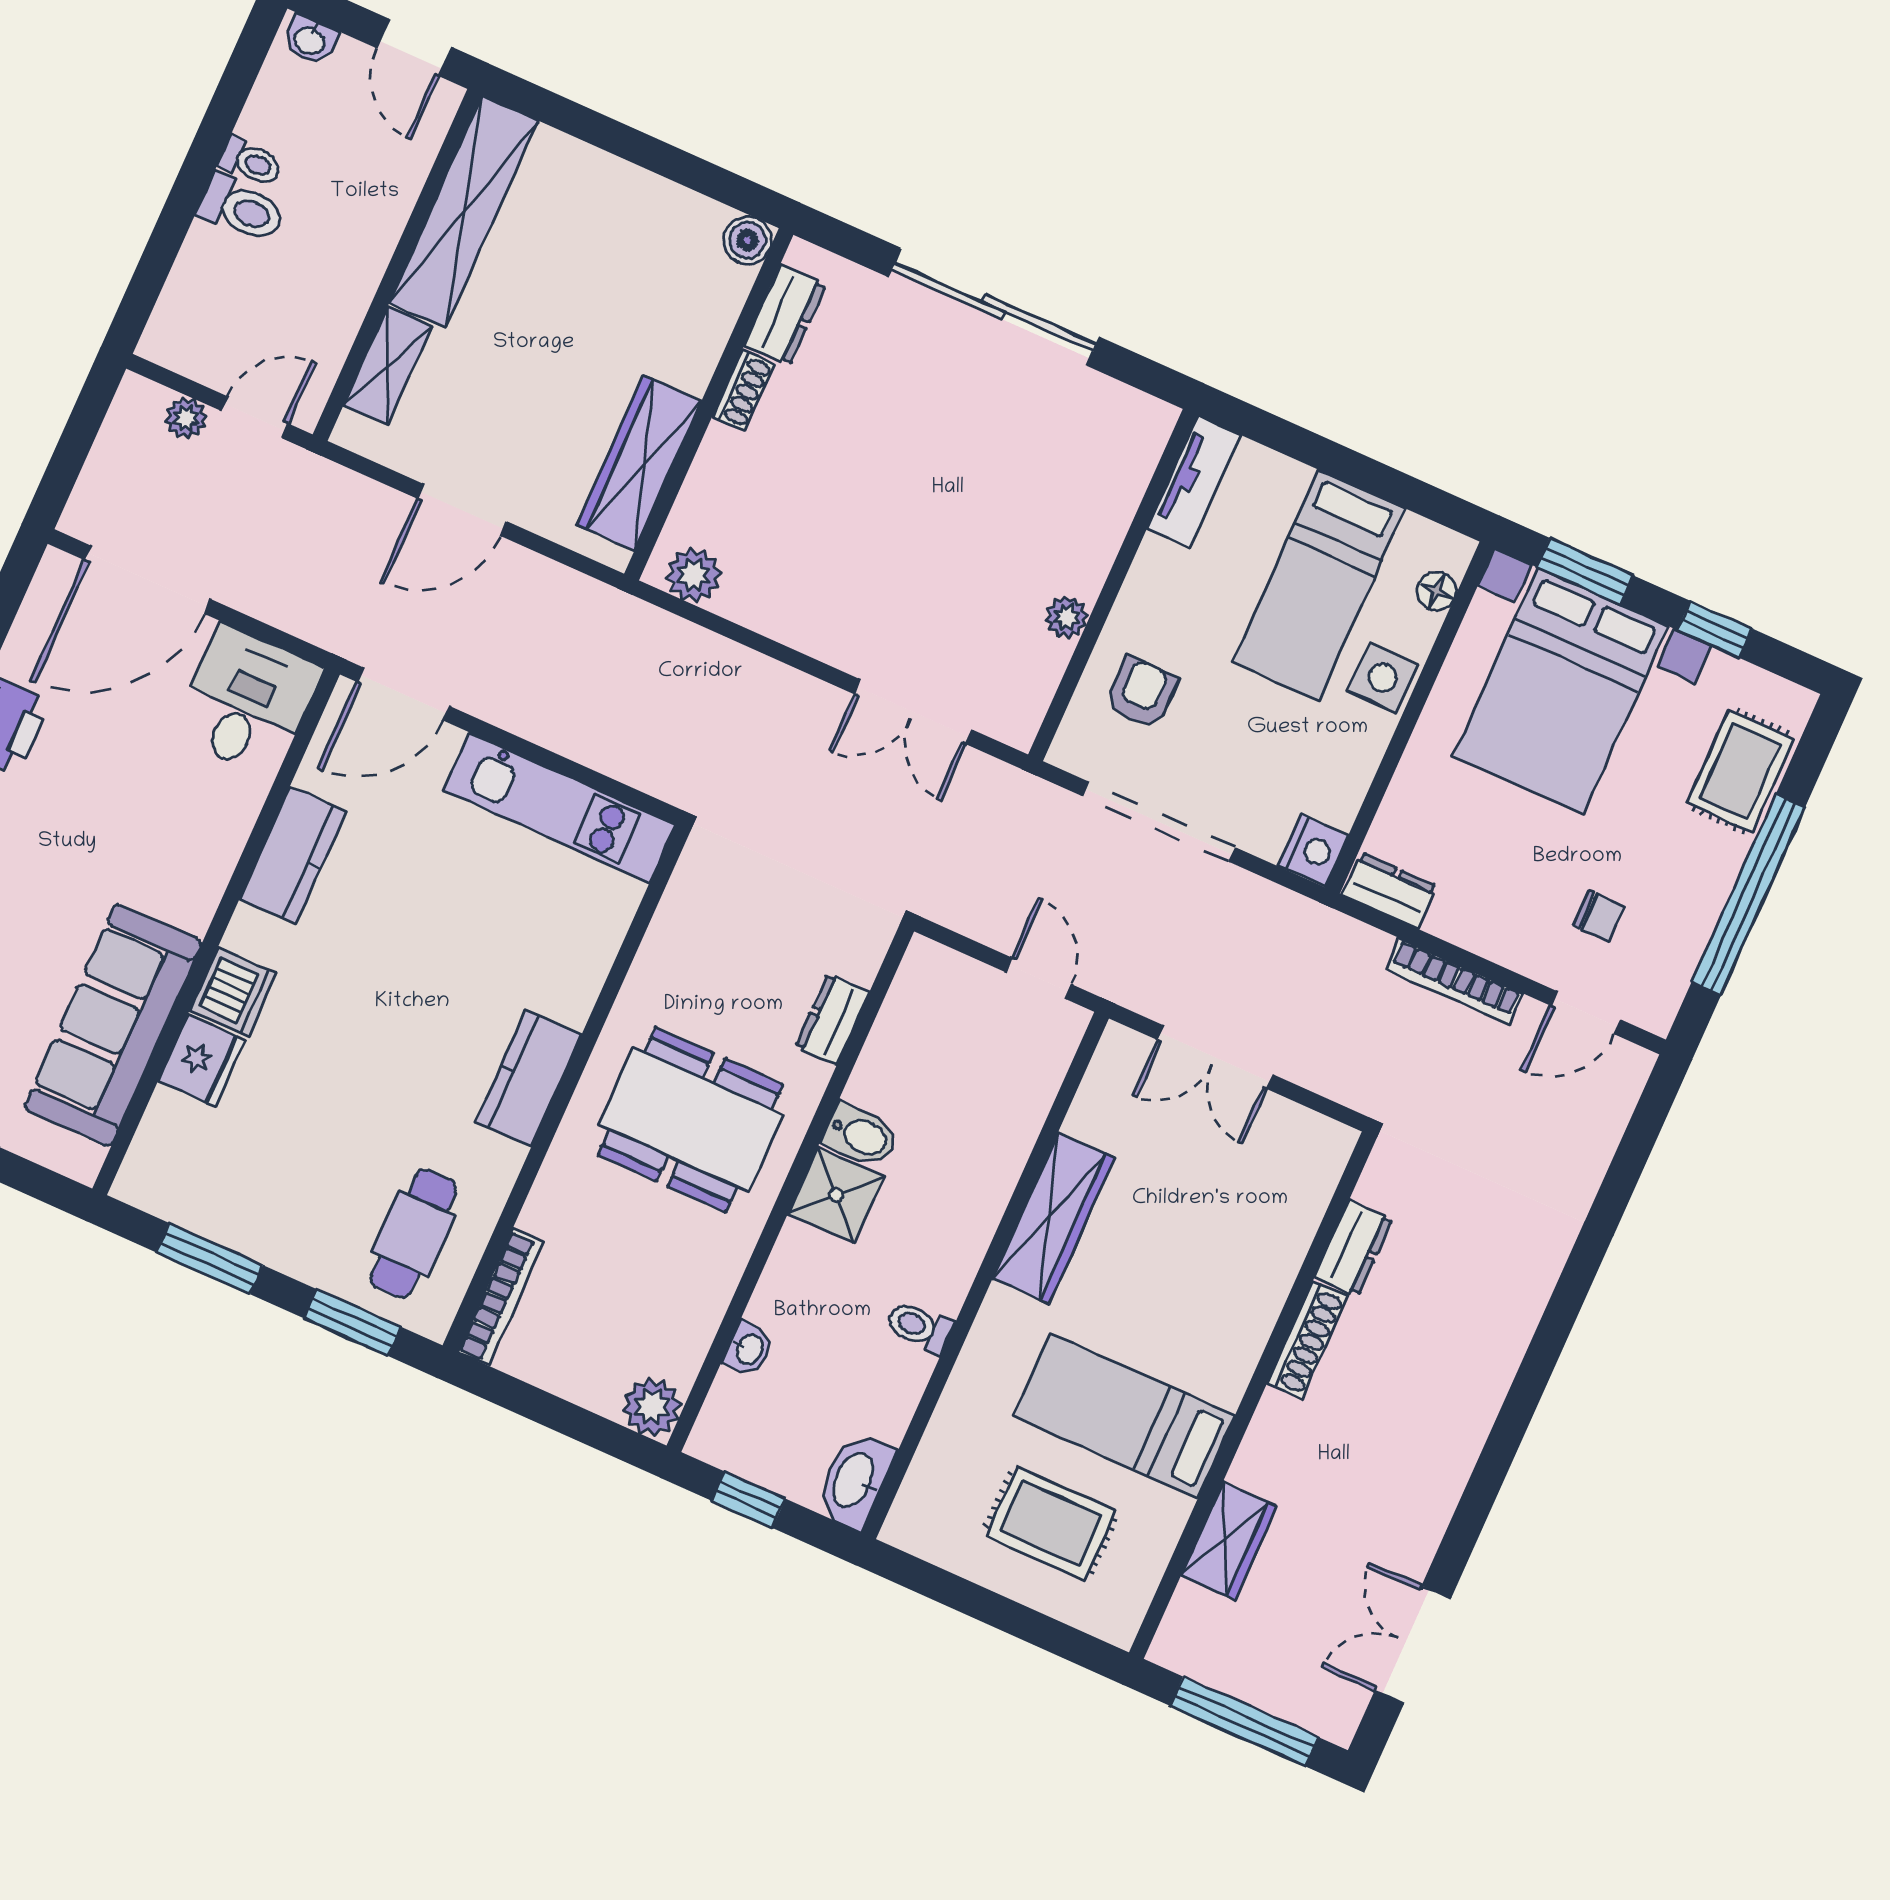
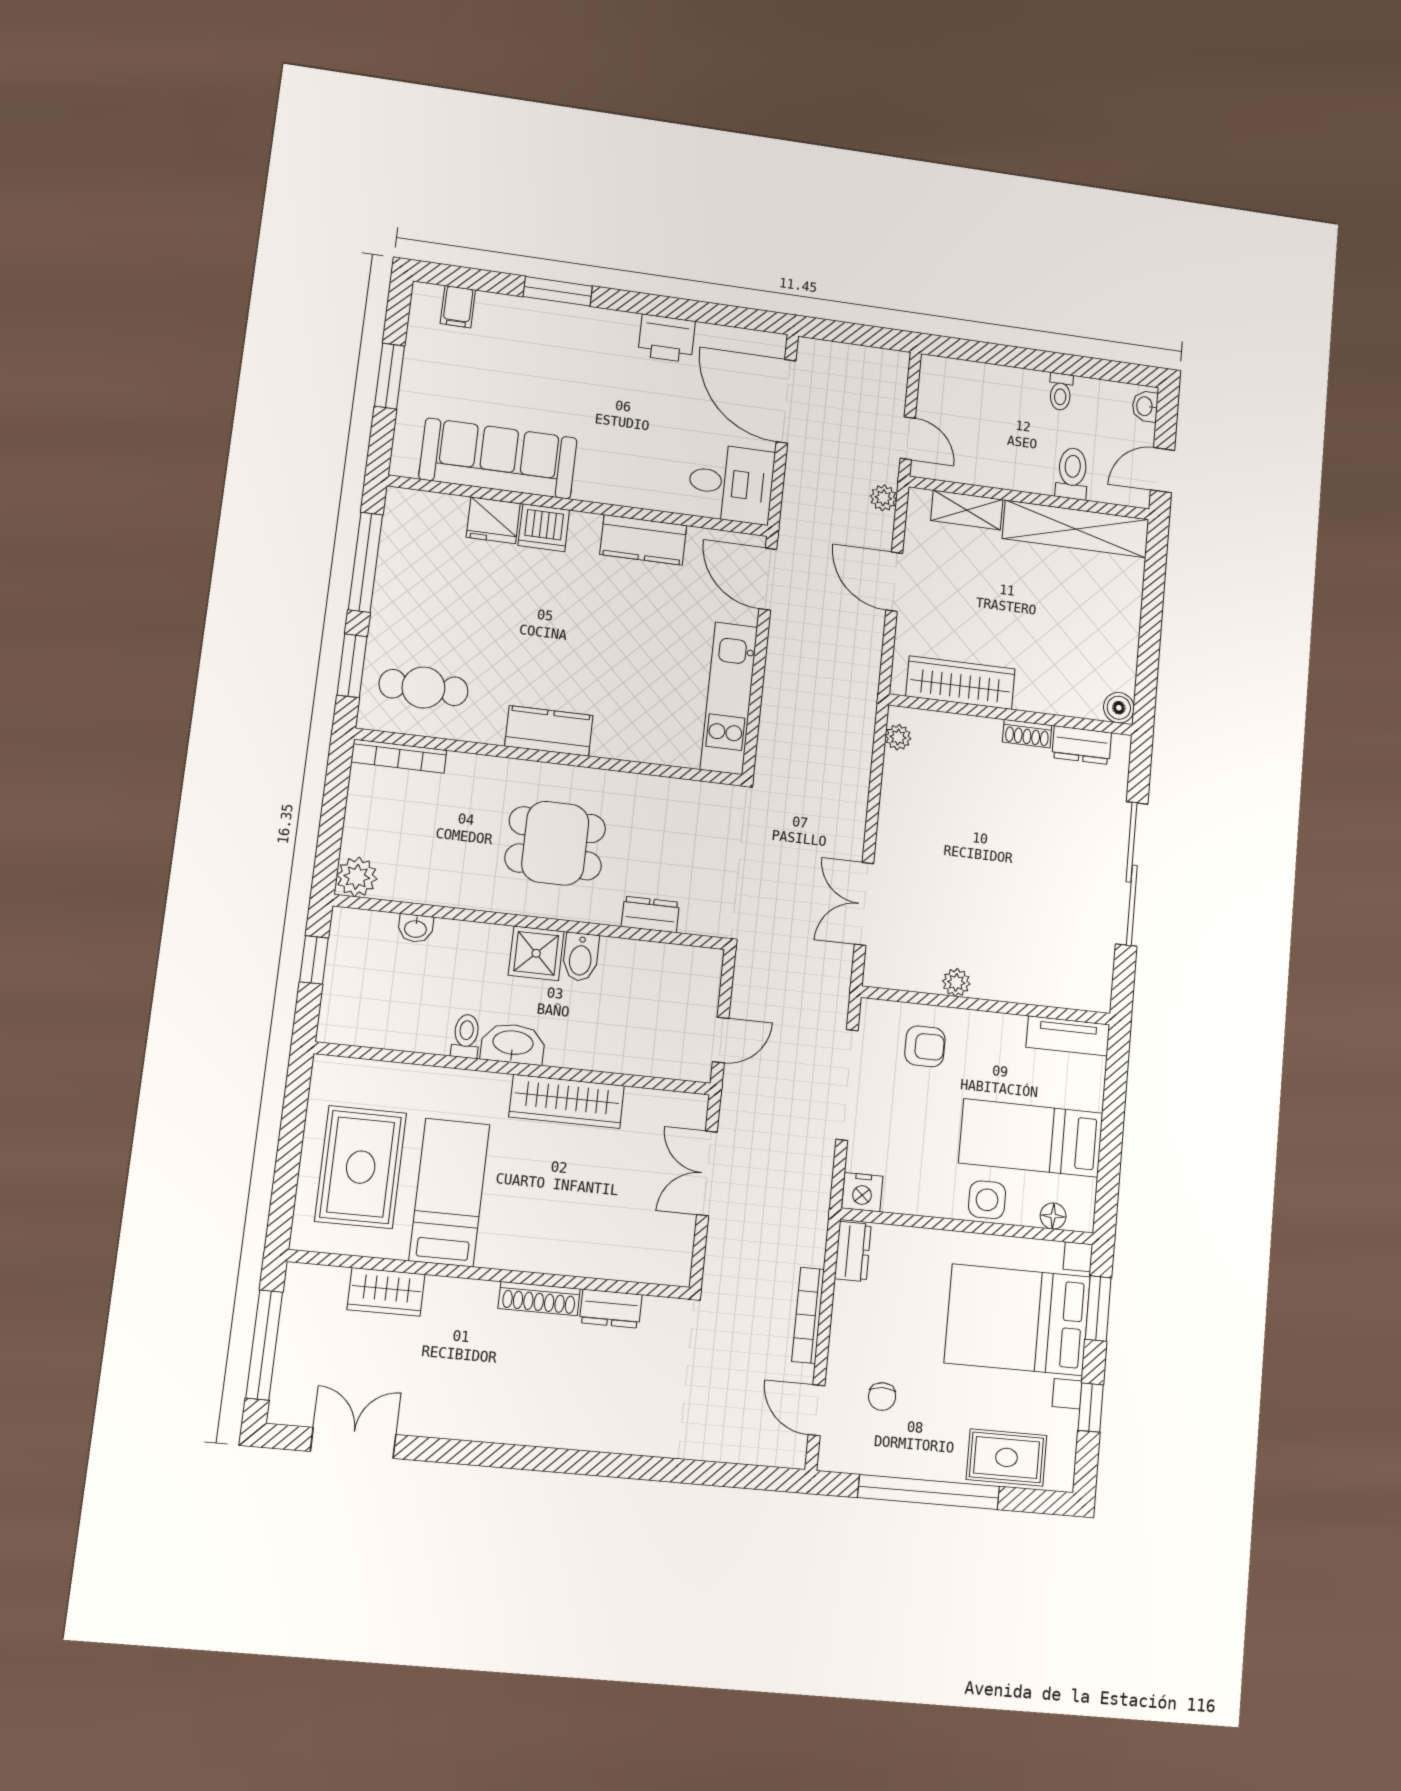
toilet: (242, 209) -> (1072, 473), moved, turned 180
plant: (186, 418) -> (883, 498), moved
plant: (694, 575) -> (898, 737), width x0.73, depth x0.73
dining table: (690, 1120) -> (555, 843), width x0.73
window: (210, 1259) -> (365, 562), width x1.44
washbasin: (855, 1481) -> (513, 1044), moved
rug: (1051, 1523) -> (361, 1167), width x1.36, depth x1.43

